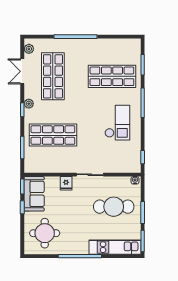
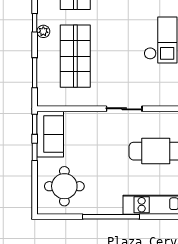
plant: (29, 104) -> (43, 31), moved
shop shelf: (53, 135) -> (75, 56), turned 90
fridge: (66, 183) -> (93, 120), removed

